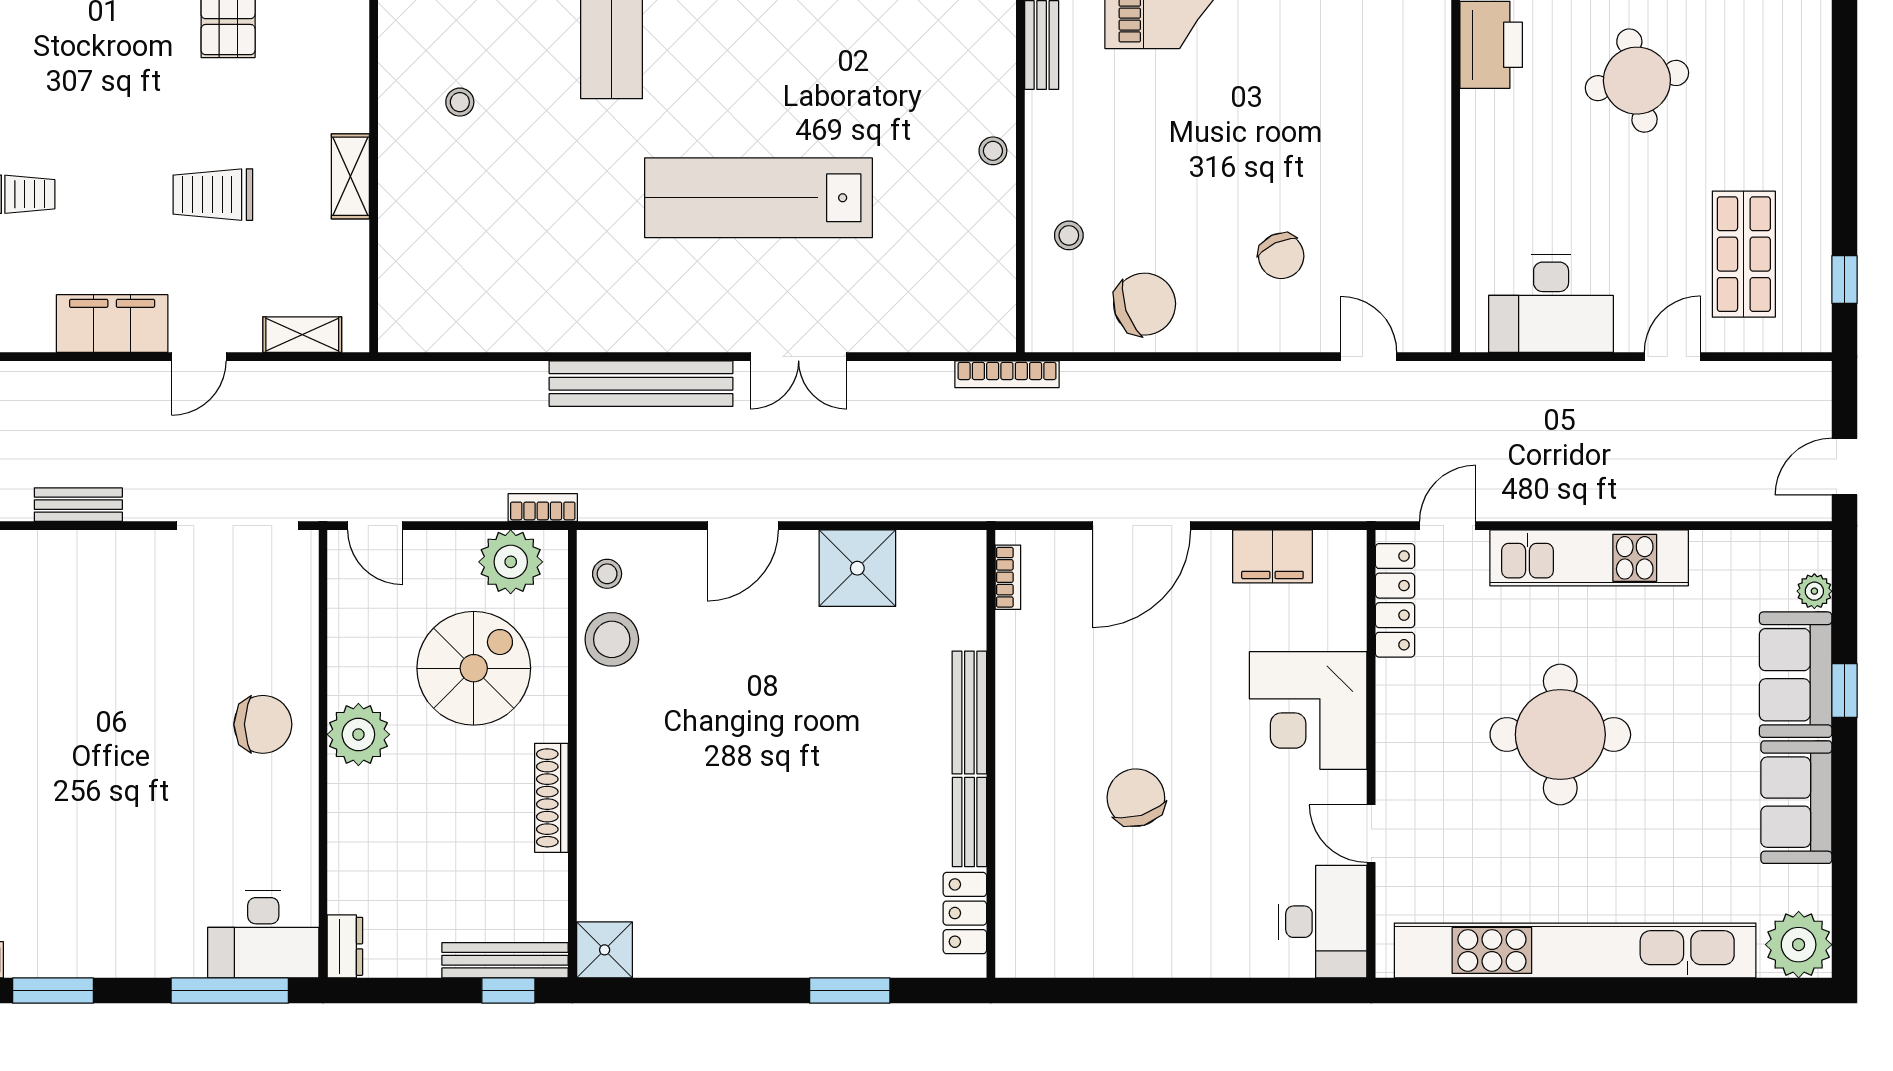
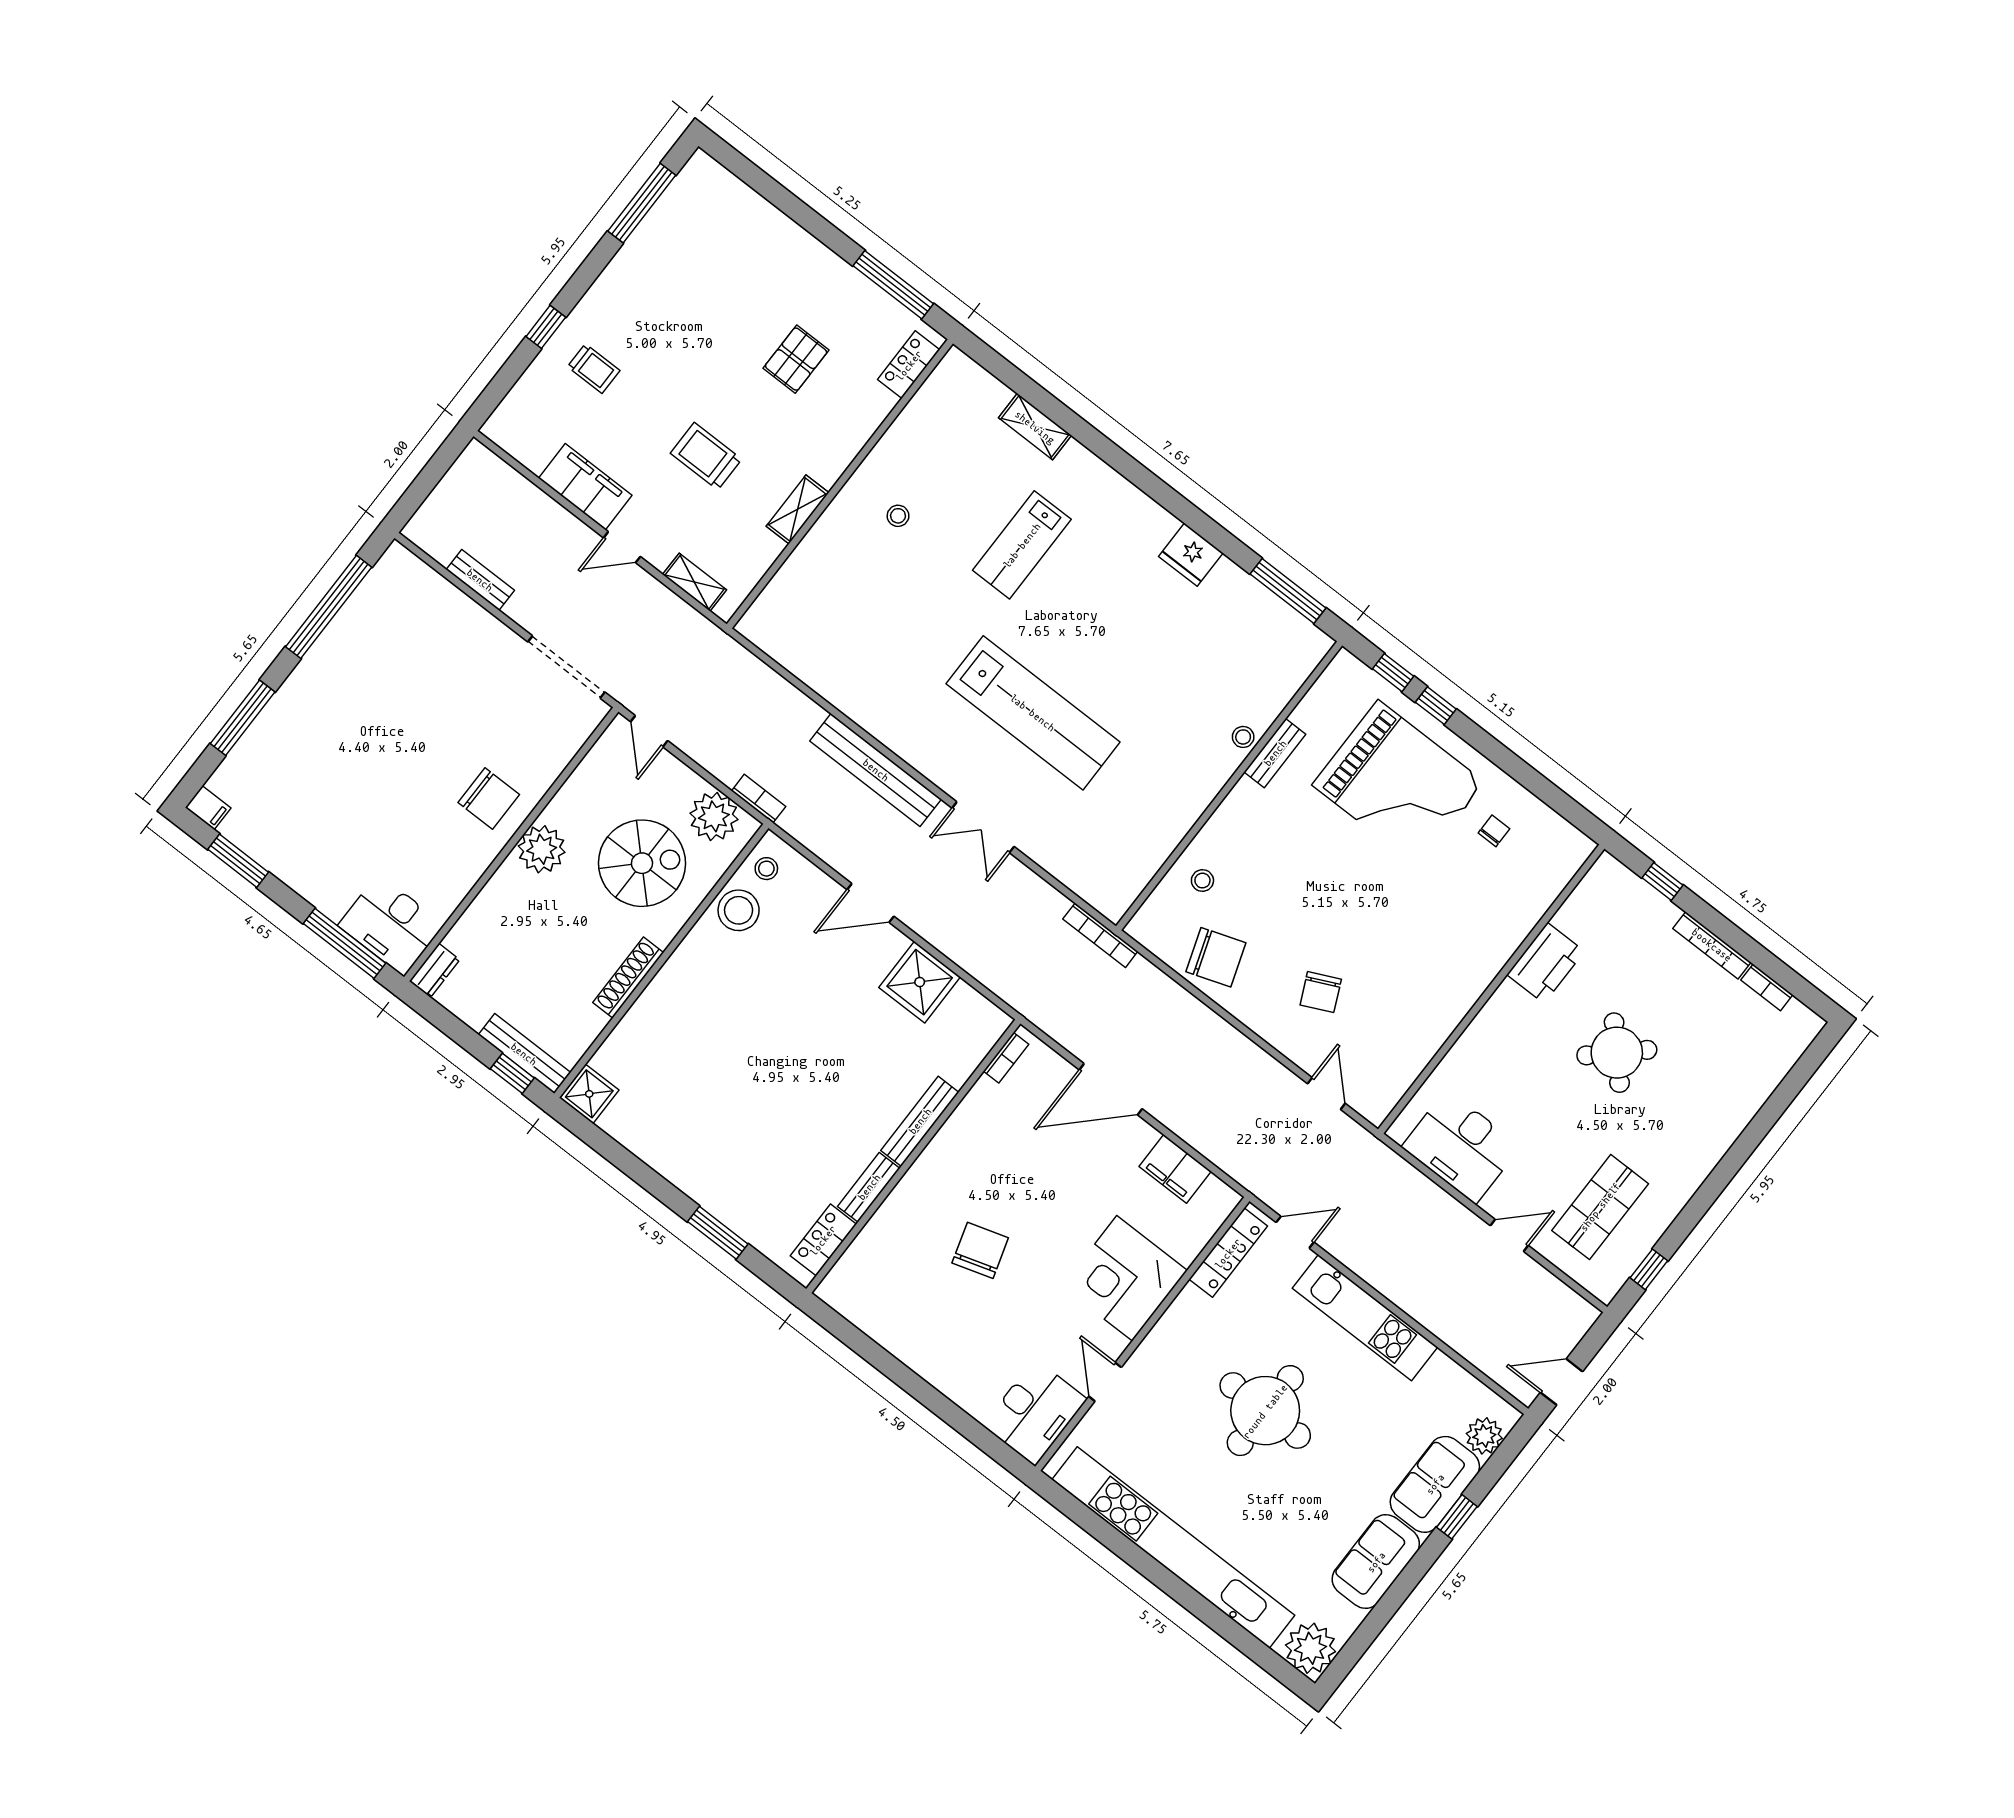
round table: (1637, 81) -> (1617, 1053), turned -32
stool: (993, 151) -> (1243, 737), moved
lab bench: (758, 198) -> (1033, 713), turned 180
plant: (1814, 591) -> (1484, 1436), width x1.38, depth x1.38

